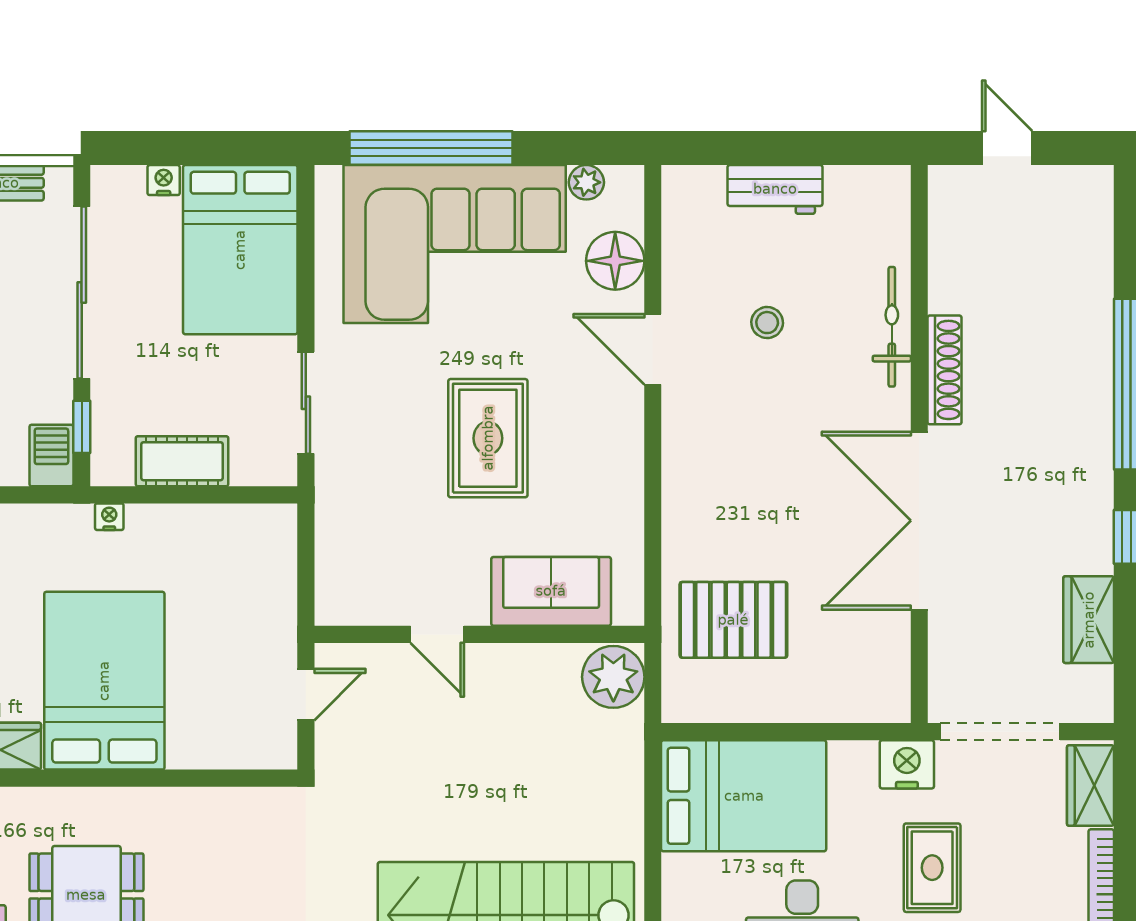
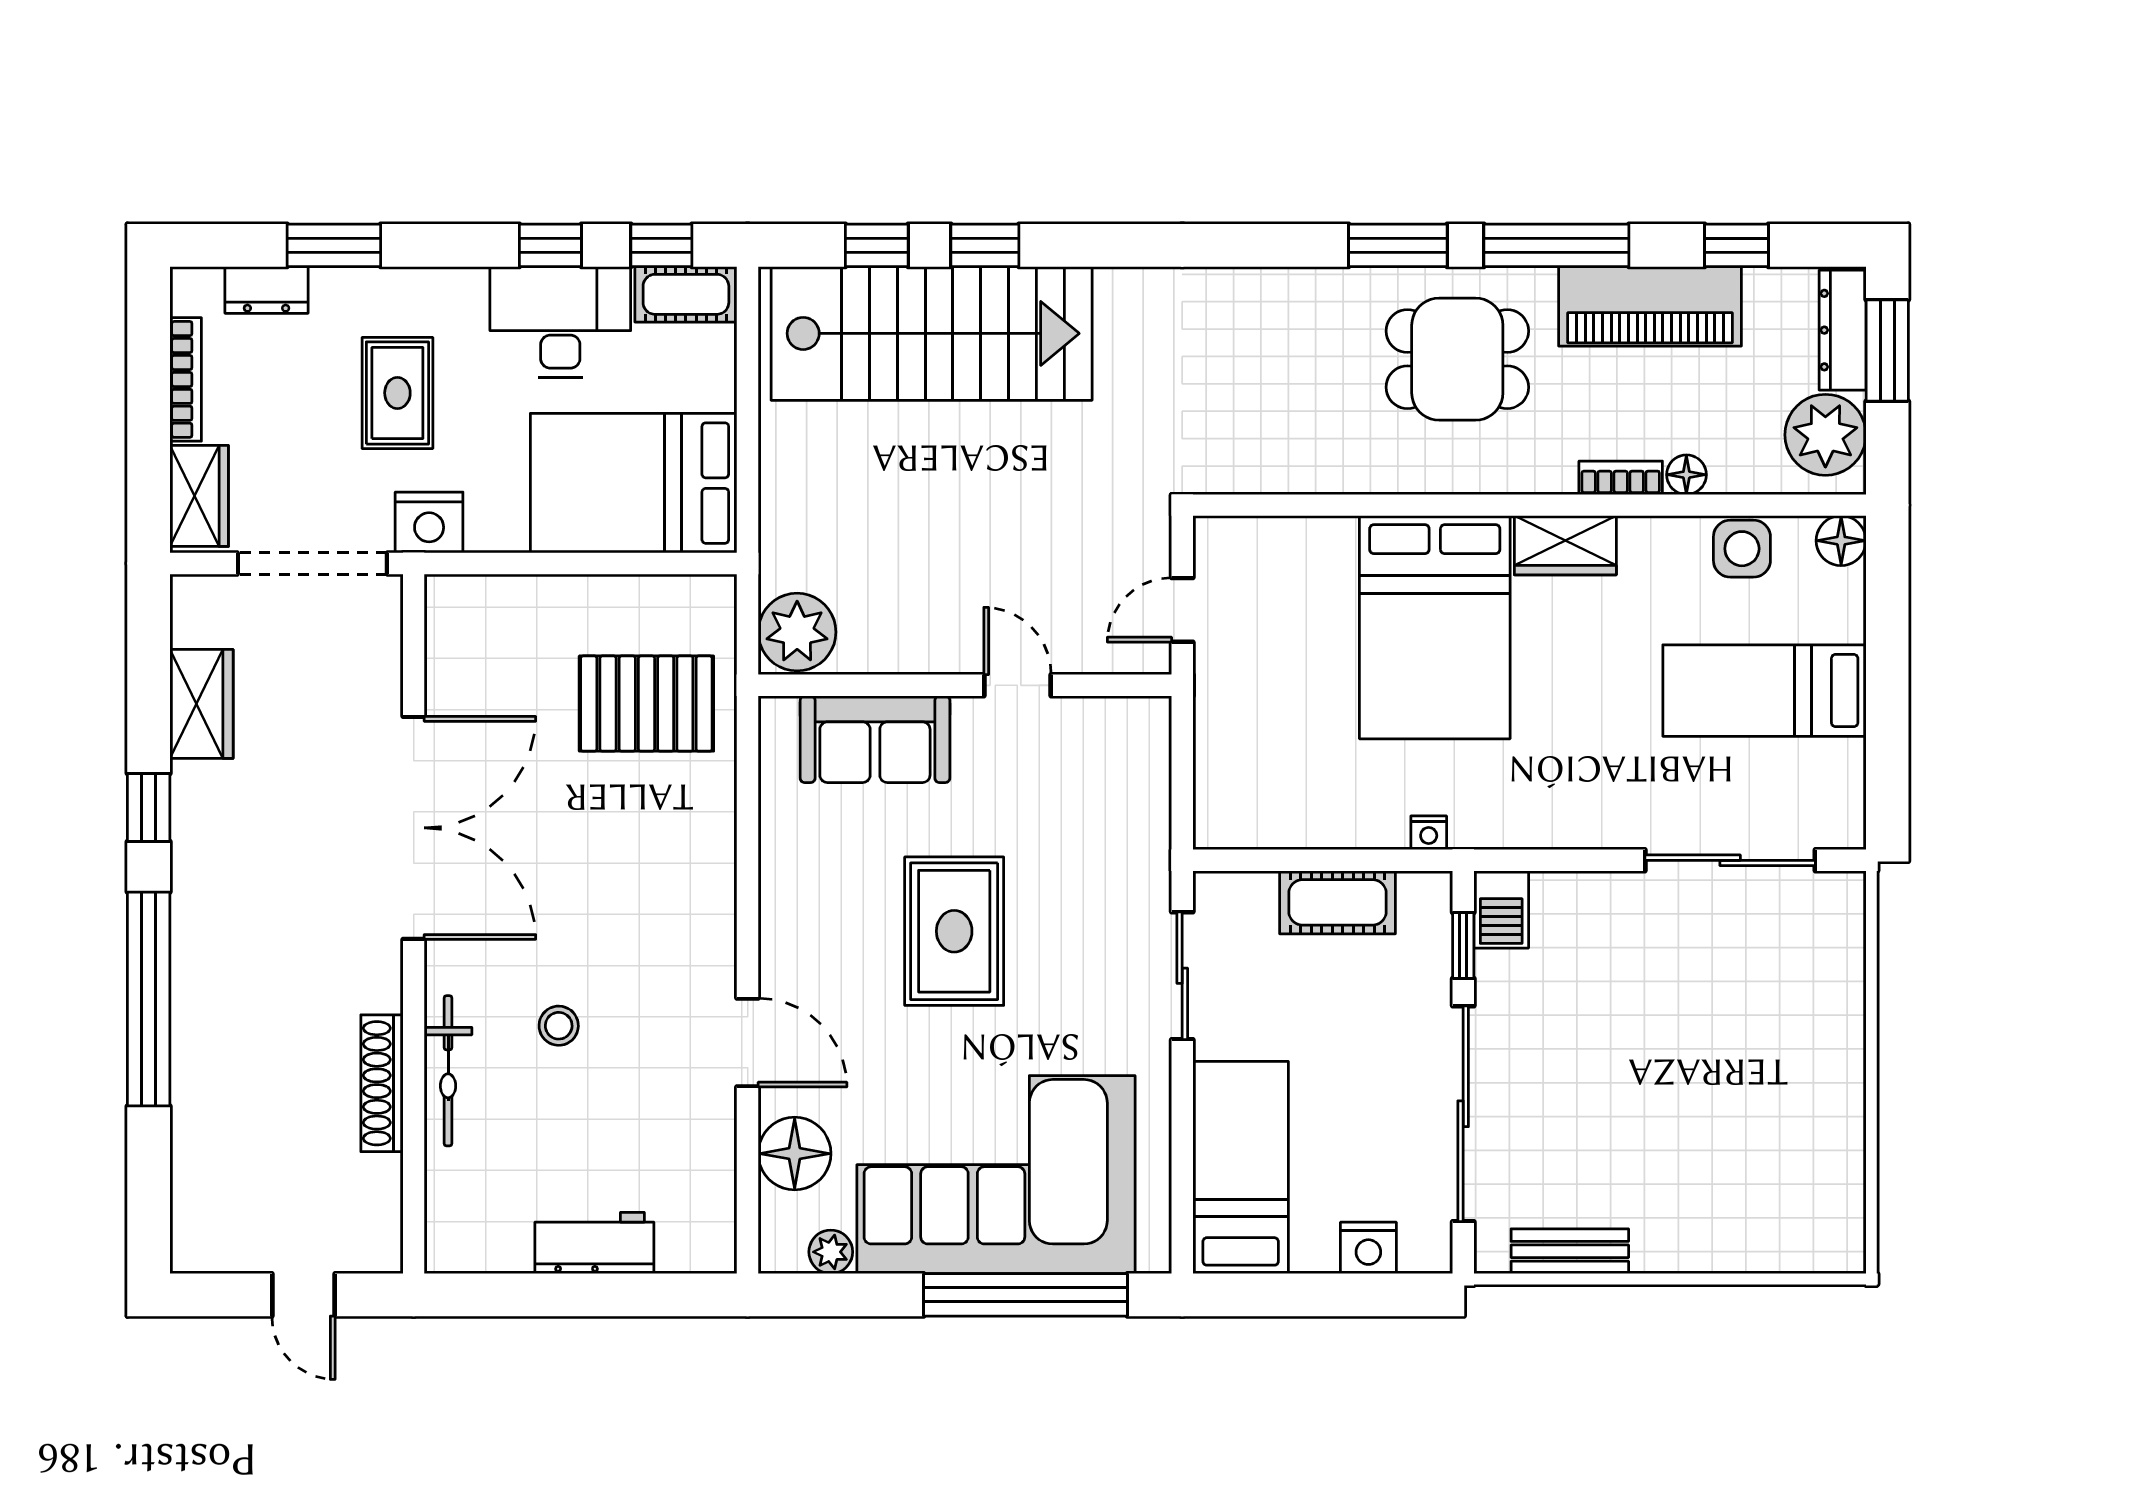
nightstand: (164, 180) -> (1368, 1248), width x1.39, depth x1.35
bed: (240, 250) -> (1241, 1168), width x0.67
stool: (767, 323) -> (559, 1026), moved
shoe rack: (945, 370) -> (382, 1083), moved

